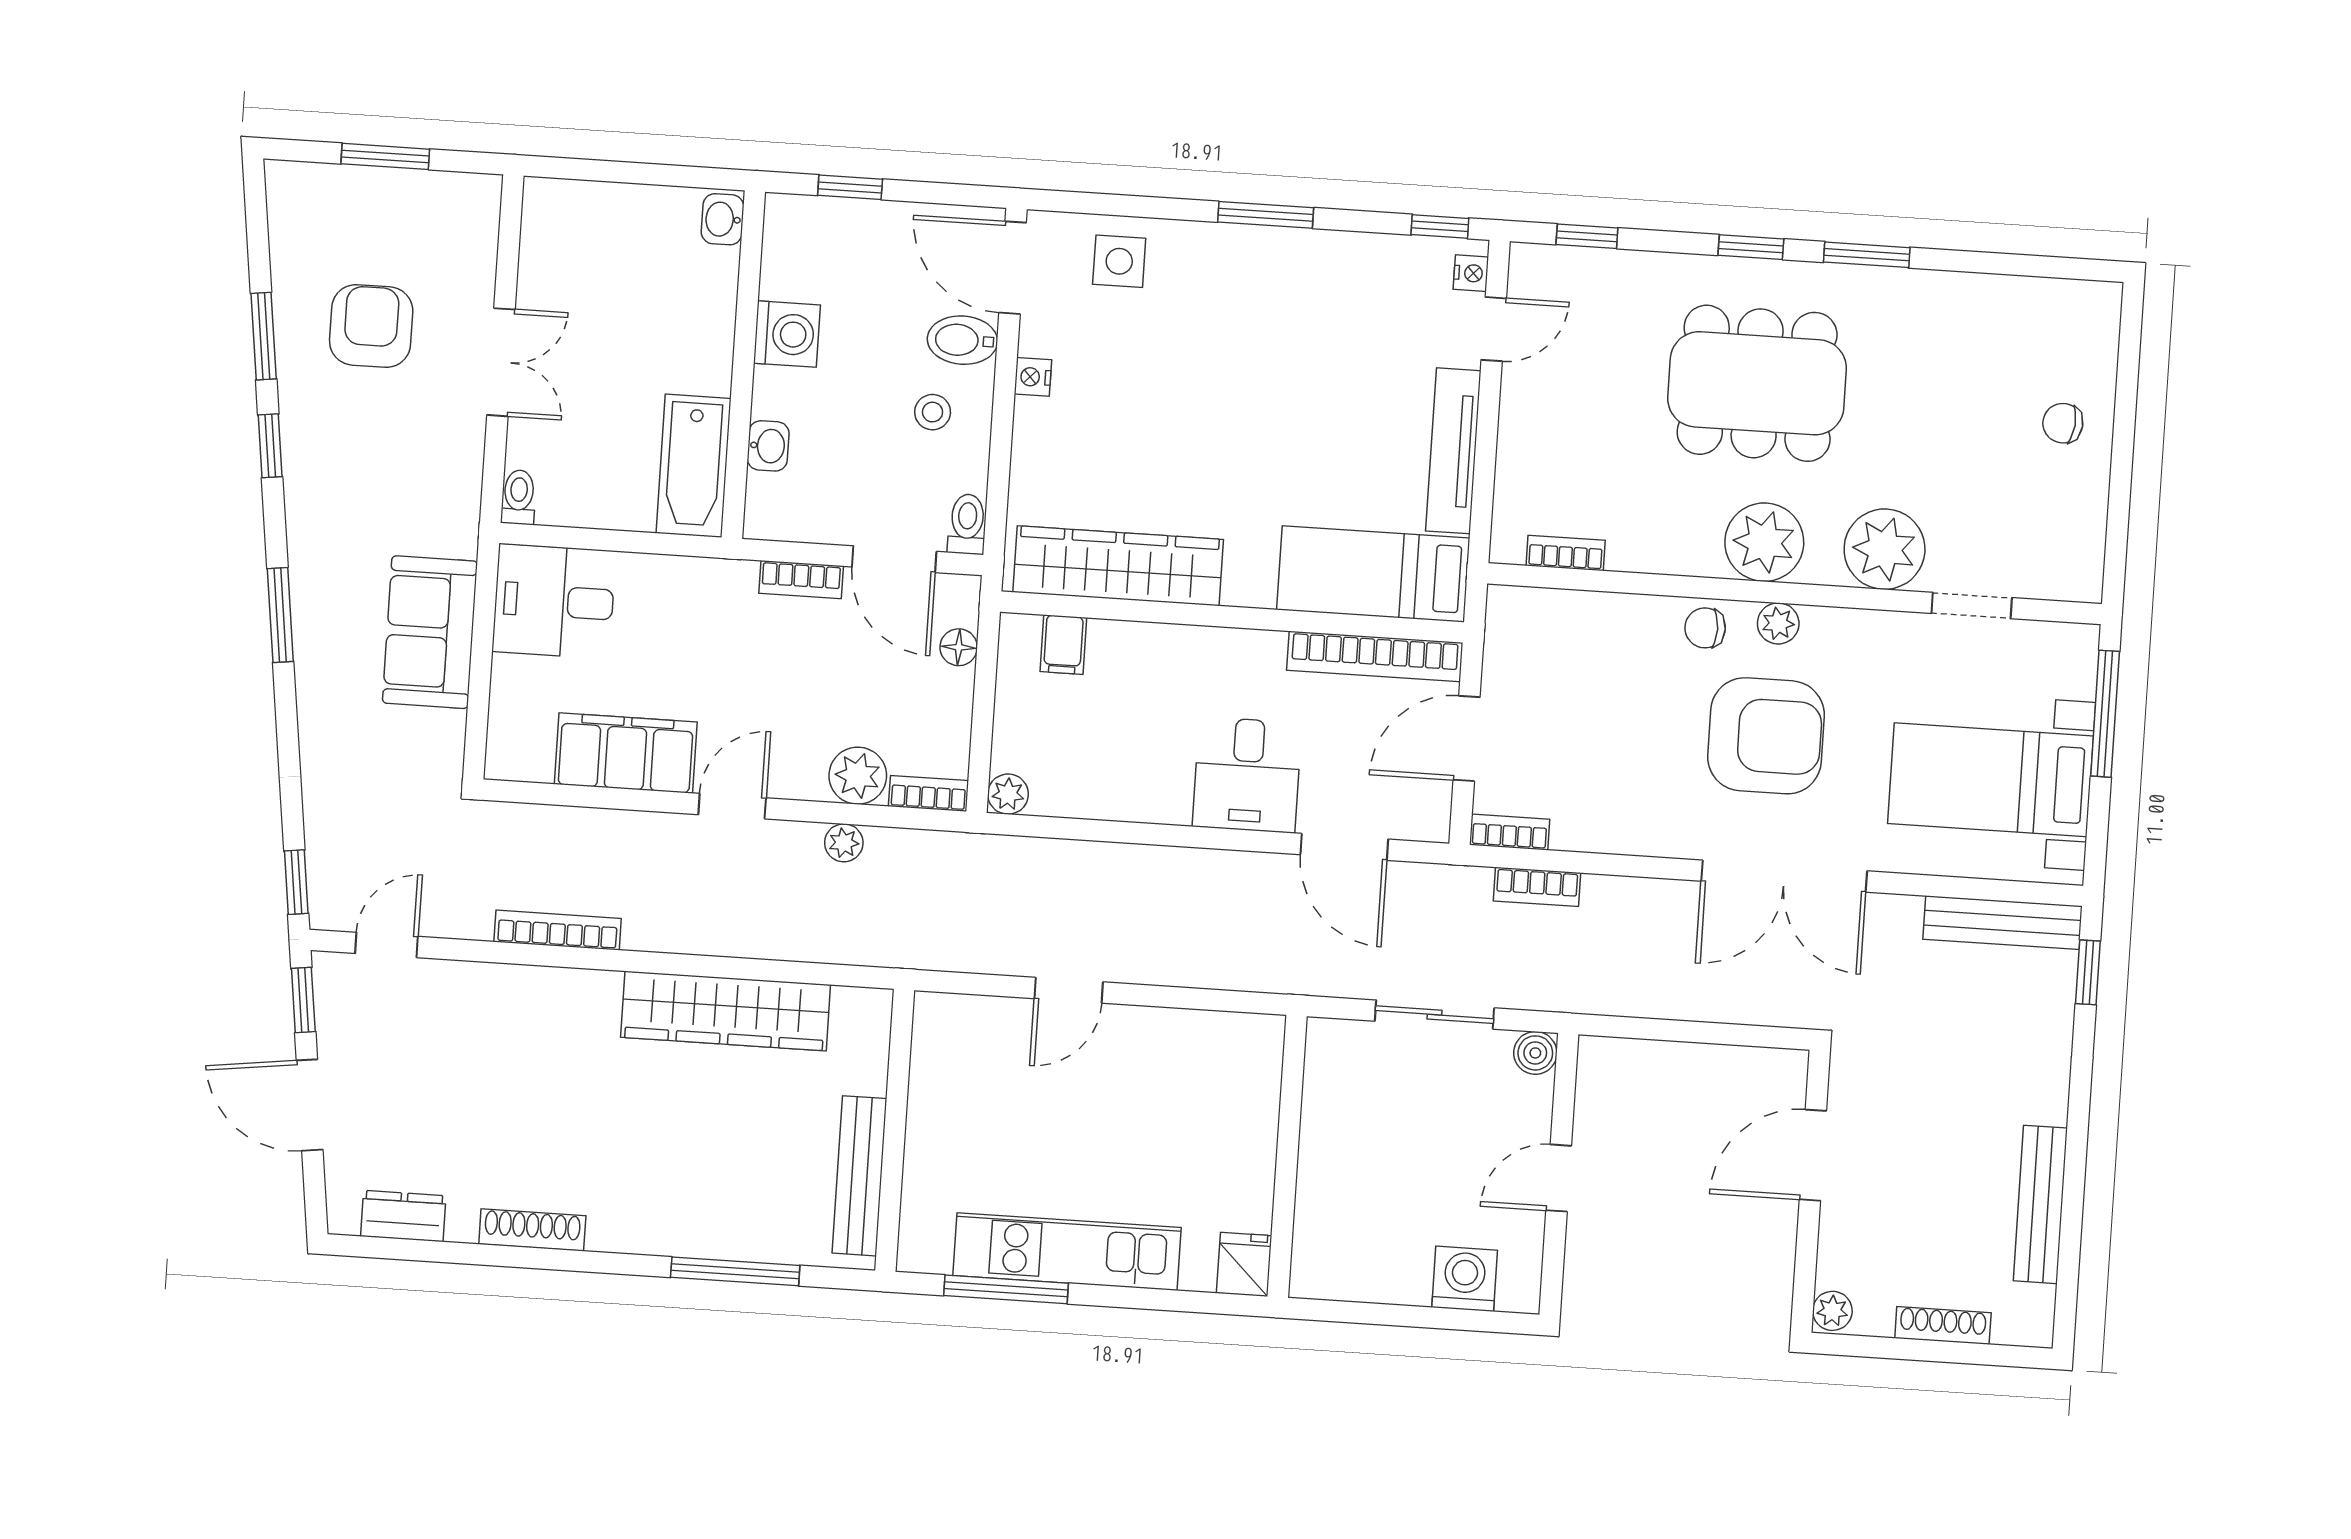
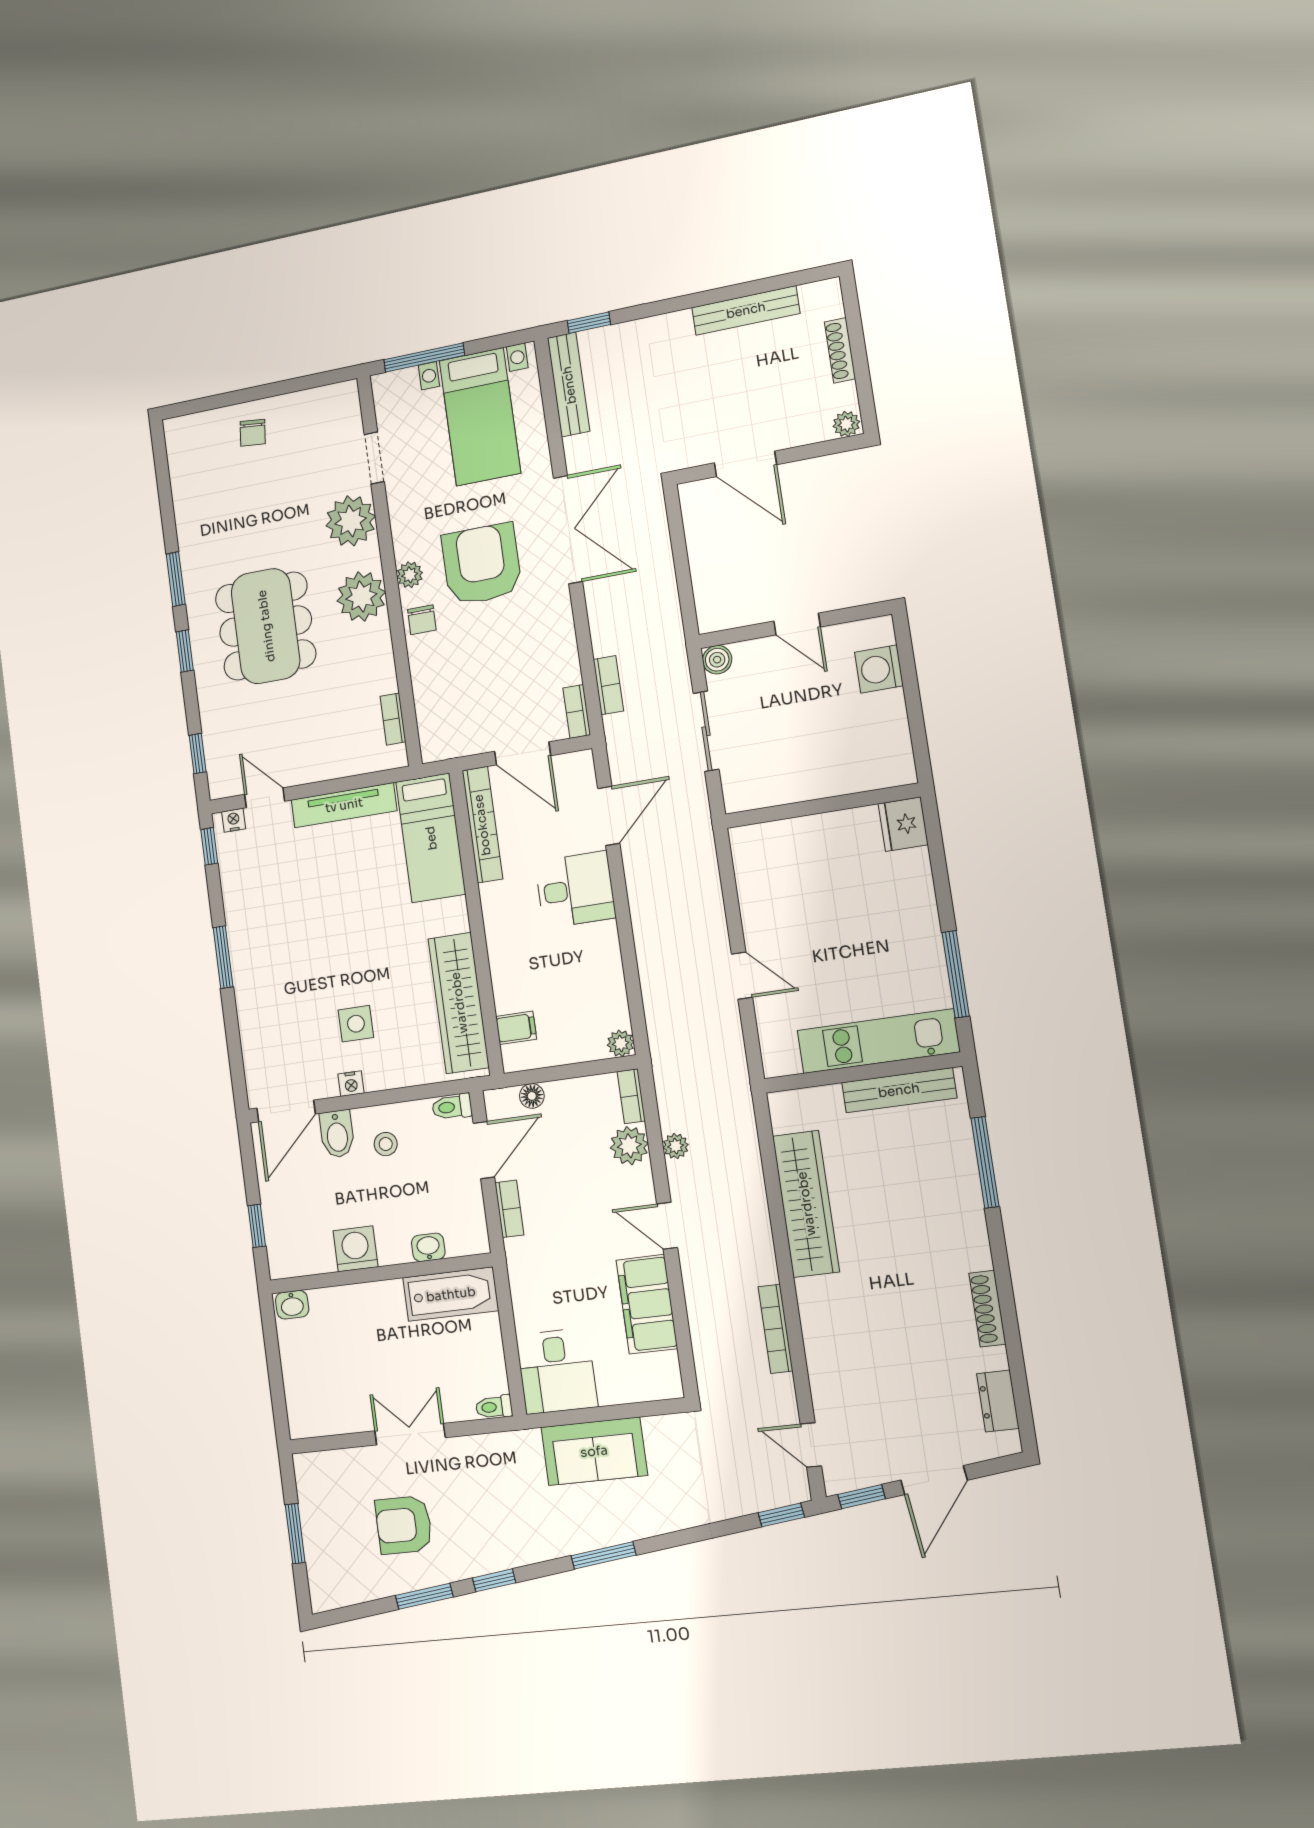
side table: (1119, 261) -> (356, 1024), moved
kitchen unit: (1067, 1252) -> (878, 1041), moved, turned 90
fridge: (1244, 1264) -> (903, 824), width x1.38

